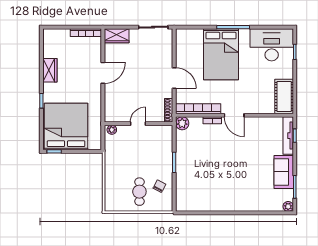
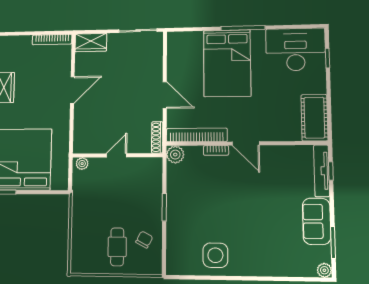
side table: (211, 197) -> (215, 255), added

